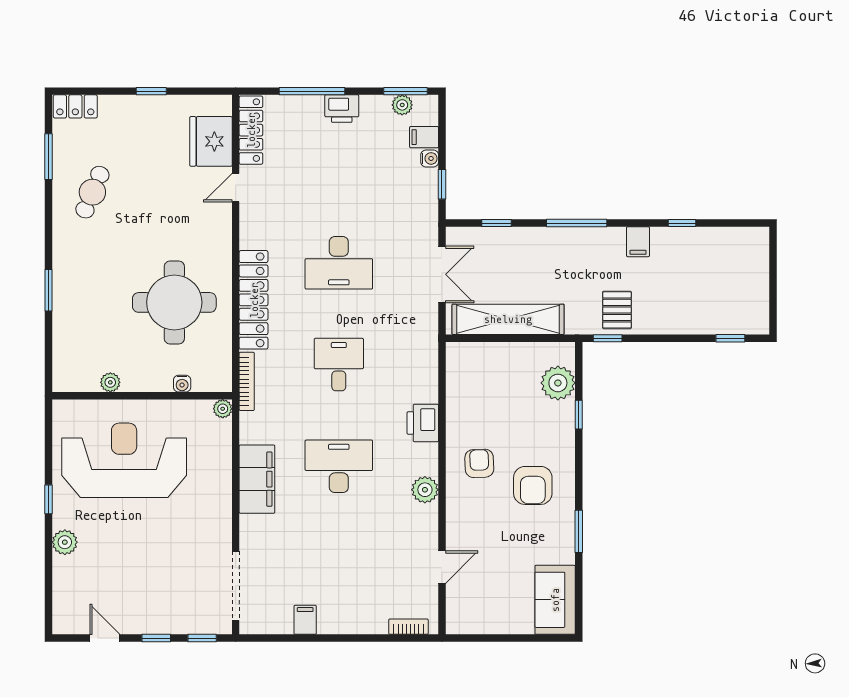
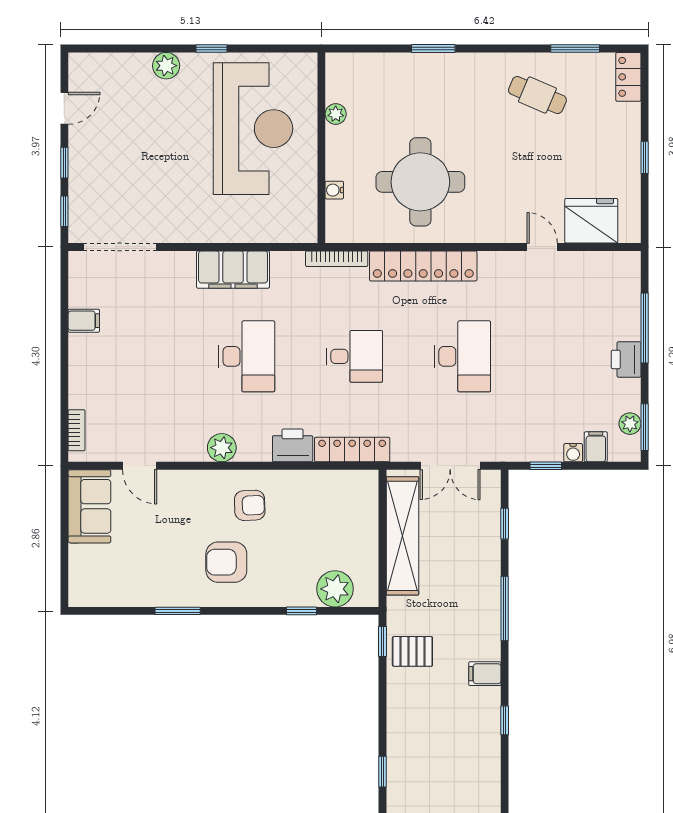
locker: (251, 130) -> (352, 450), moved, turned 180
desk: (339, 263) -> (462, 356), turned 180
plant: (223, 409) -> (308, 233), removed
sofa: (555, 600) -> (89, 506), moved, turned 90

